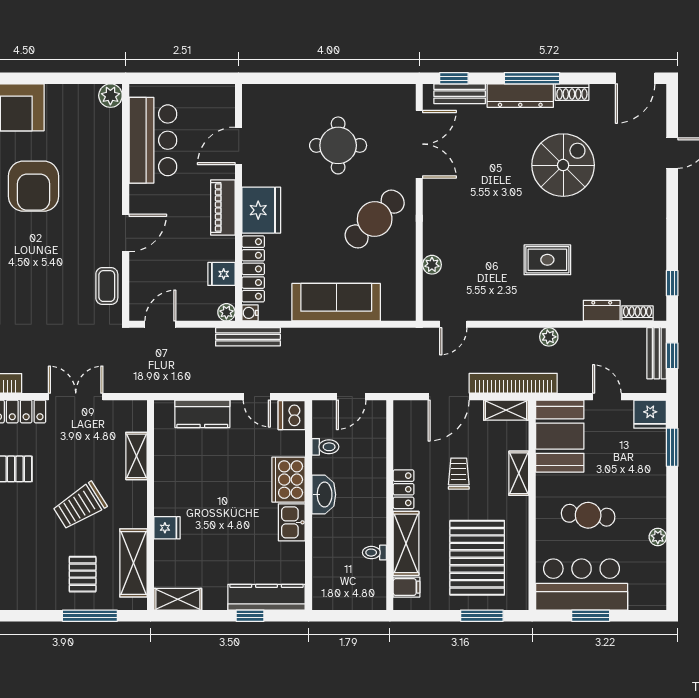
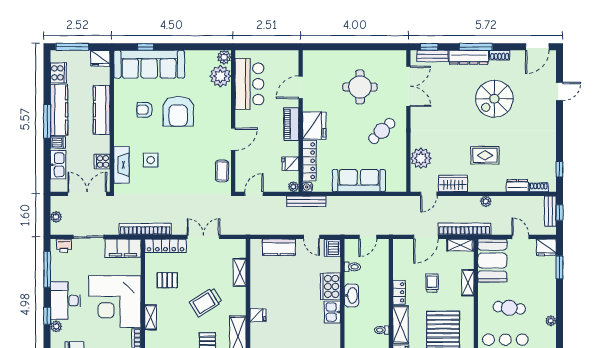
plant: (104, 127) -> (220, 76), added
spiral stairs: (563, 165) -> (494, 99), turned 180
cafe table: (375, 219) -> (382, 131), width x0.73, depth x0.74
plant: (432, 265) -> (421, 158), width x1.88, depth x1.88
wardrobe: (494, 307) -> (453, 183), added

